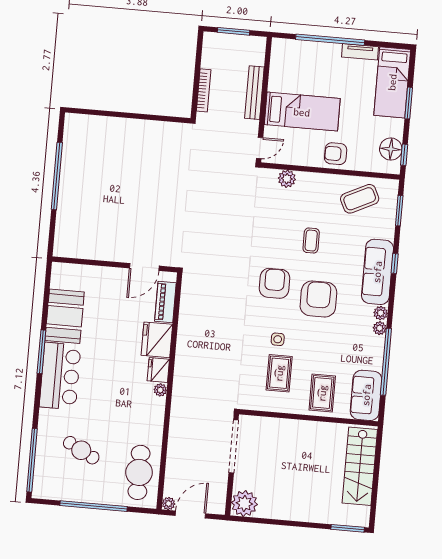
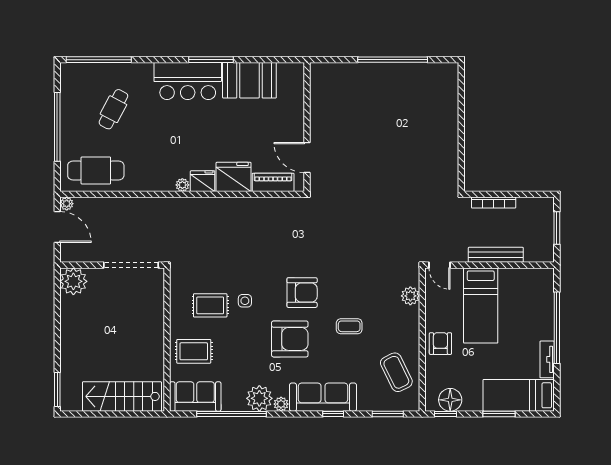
plant: (380, 328) -> (259, 398), width x1.87, depth x1.87

